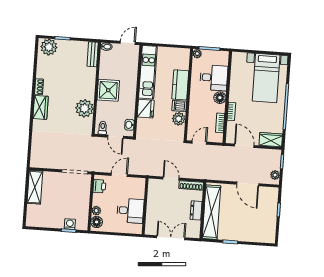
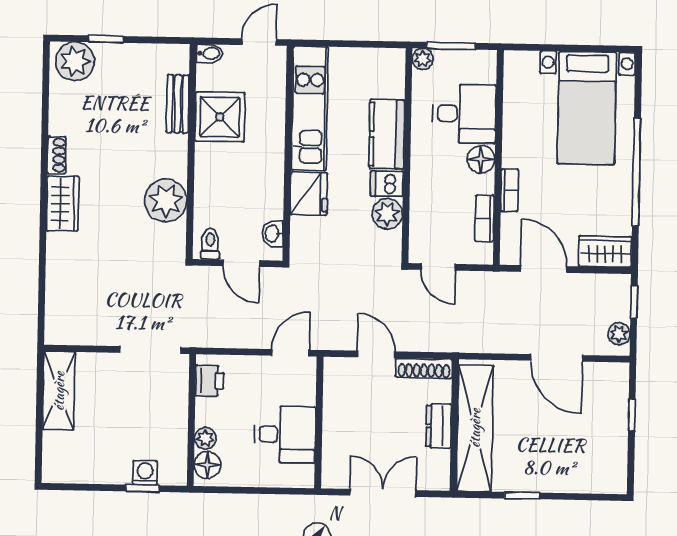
bench: (93, 54) -> (178, 104), moved
shower: (108, 90) -> (220, 117), moved
door: (199, 143) -> (438, 267), swing flipped
door: (119, 175) -> (290, 353), moved

